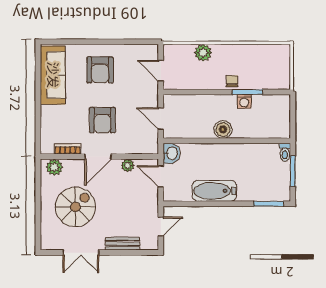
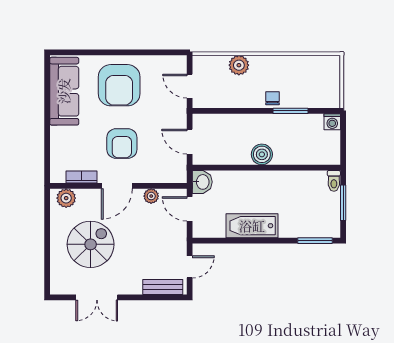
armchair: (100, 70) -> (119, 85), width x1.36, depth x1.36
washing machine: (244, 101) -> (332, 122), moved
bench: (122, 244) -> (163, 287), moved

